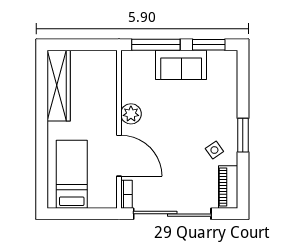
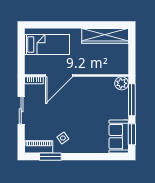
sofa: (181, 65) -> (119, 137), moved
plant: (131, 114) -> (122, 83), moved
window: (243, 135) -> (50, 157), moved
sliding door: (172, 214) -> (21, 110), width x0.54

